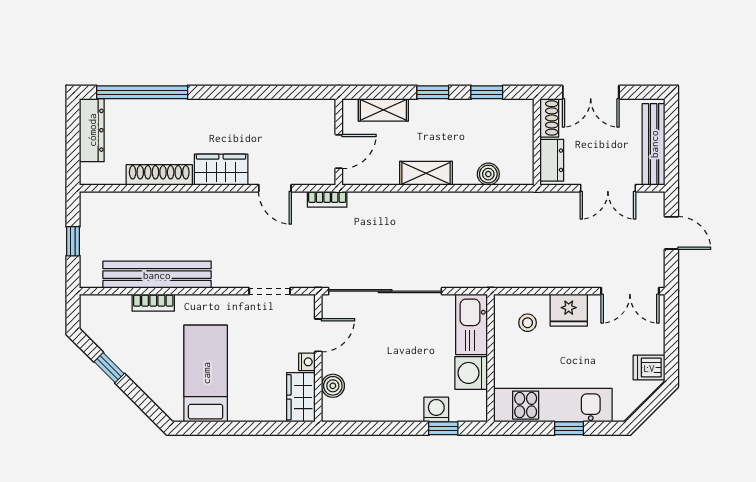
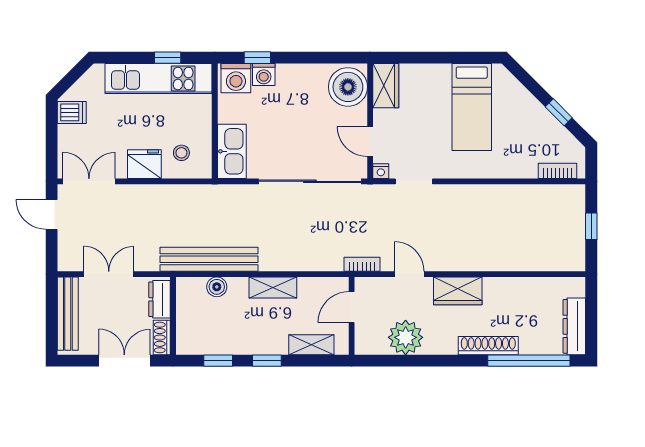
plant: (279, 118) -> (406, 337), added
shoe rack: (159, 175) -> (488, 346), moved, turned 180
door: (671, 233) -> (52, 214), moved
bench: (157, 275) -> (209, 259), moved
bookcase: (153, 303) -> (558, 171), moved
door: (318, 335) -> (370, 142), hinge flipped
nightstand: (307, 362) -> (381, 171), moved, turned -90
washing machine: (471, 373) -> (236, 78), moved, turned 90
boiler: (333, 386) -> (348, 87), width x1.86, depth x1.86
window: (569, 428) -> (168, 58), moved

